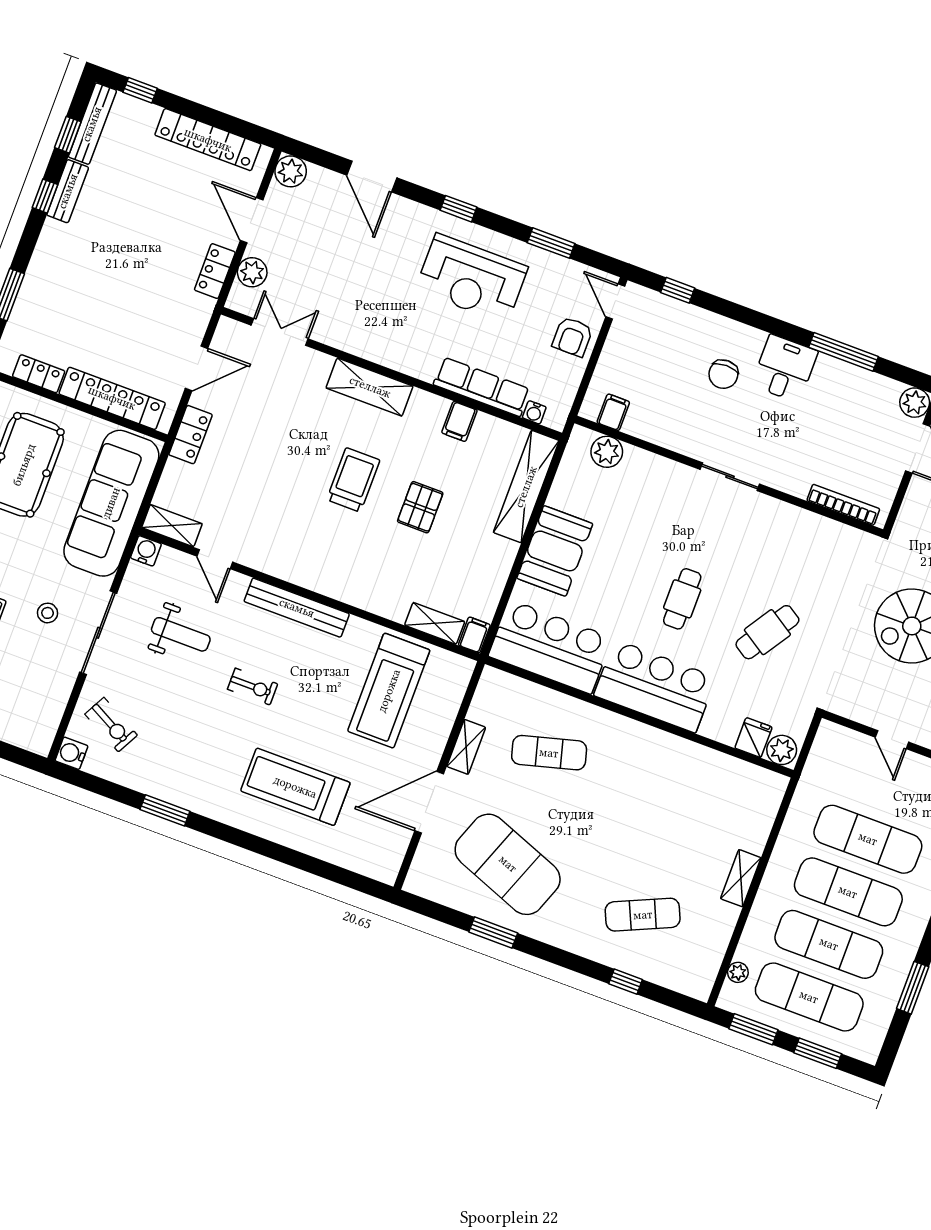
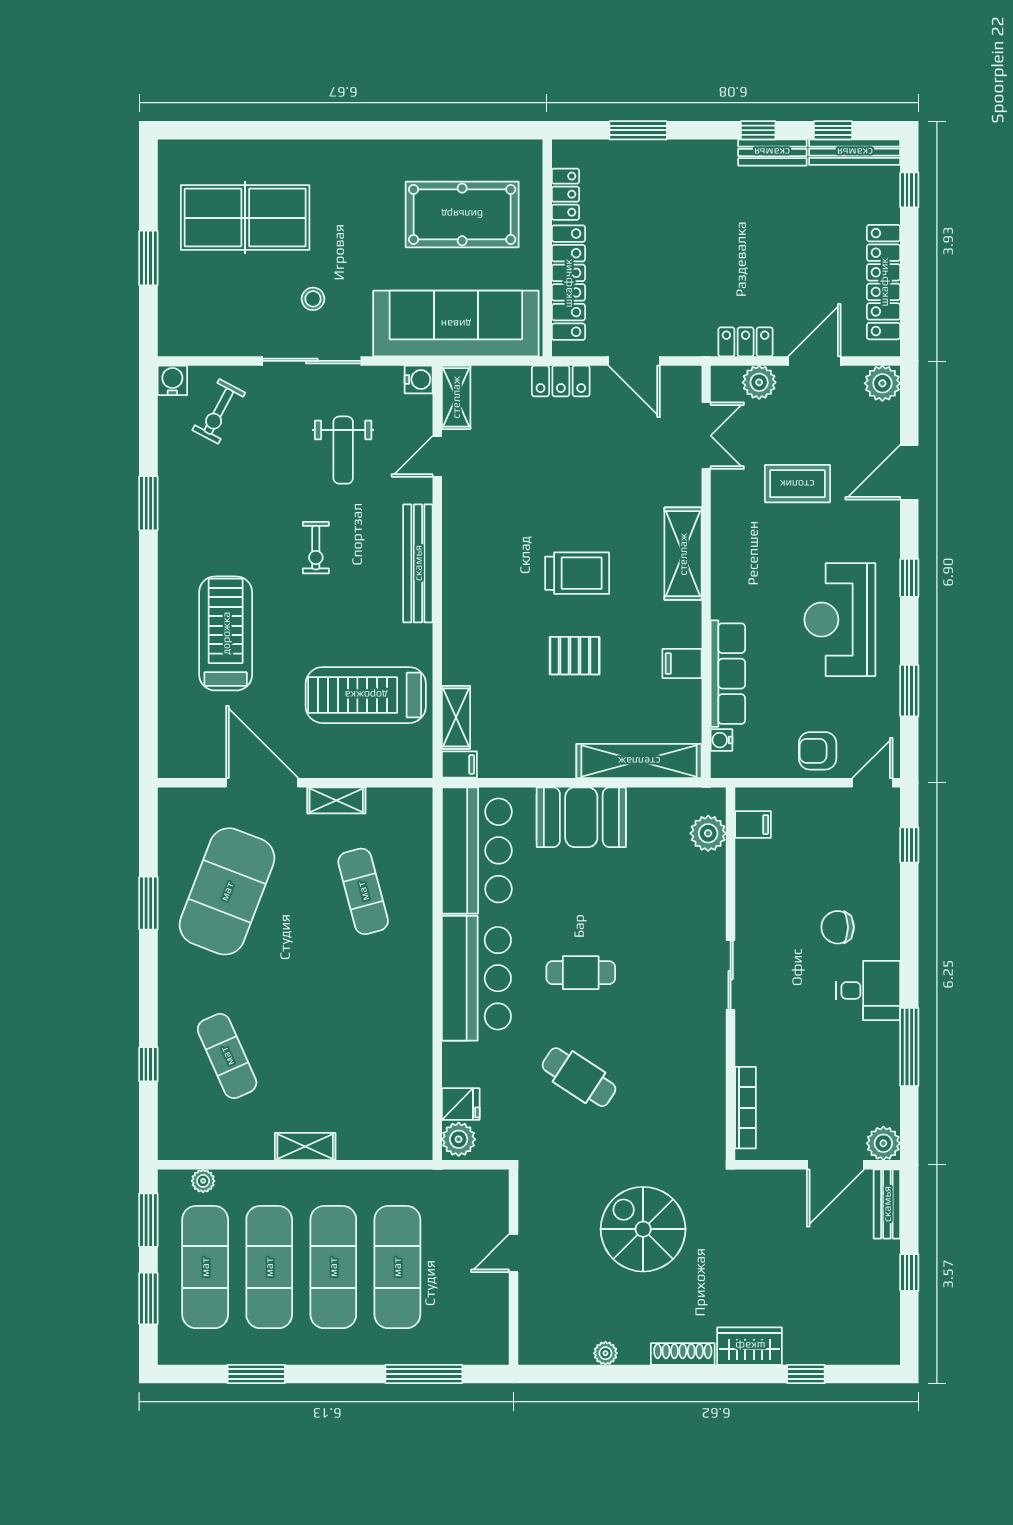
coffee table: (347, 272) -> (797, 484), added

